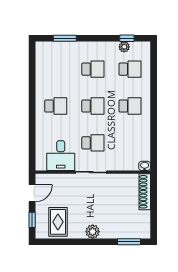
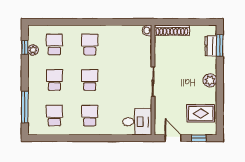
window: (65, 38) -> (25, 107), width x1.44
school desk: (93, 143) -> (54, 115), moved
desk: (61, 156) -> (137, 122), moved
dresser: (128, 232) -> (211, 46), added

